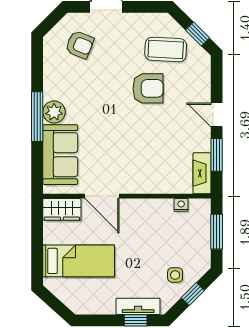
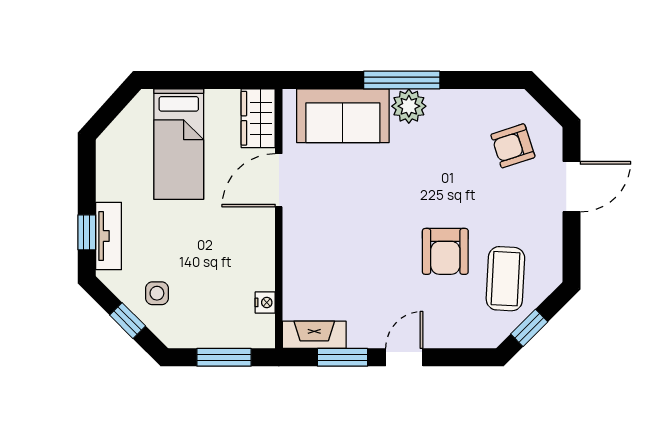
armchair: (80, 45) -> (513, 146), turned 50

